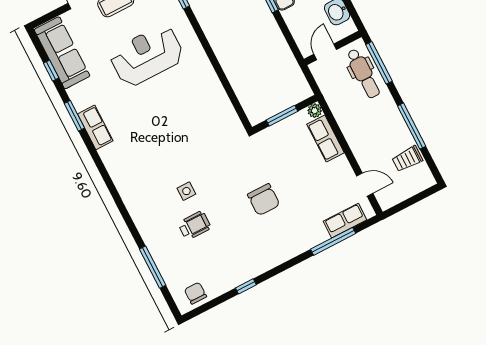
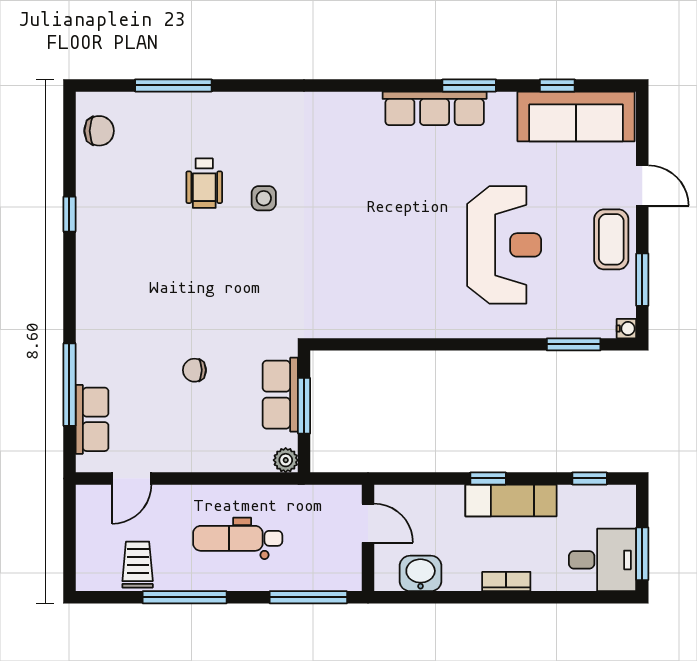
dental chair: (363, 73) -> (238, 538), moved
row of seats: (95, 127) -> (435, 108), width x1.48
row of seats: (326, 138) -> (280, 395), moved, turned -90
chair: (264, 200) -> (194, 370), moved, width x0.54, depth x0.54

